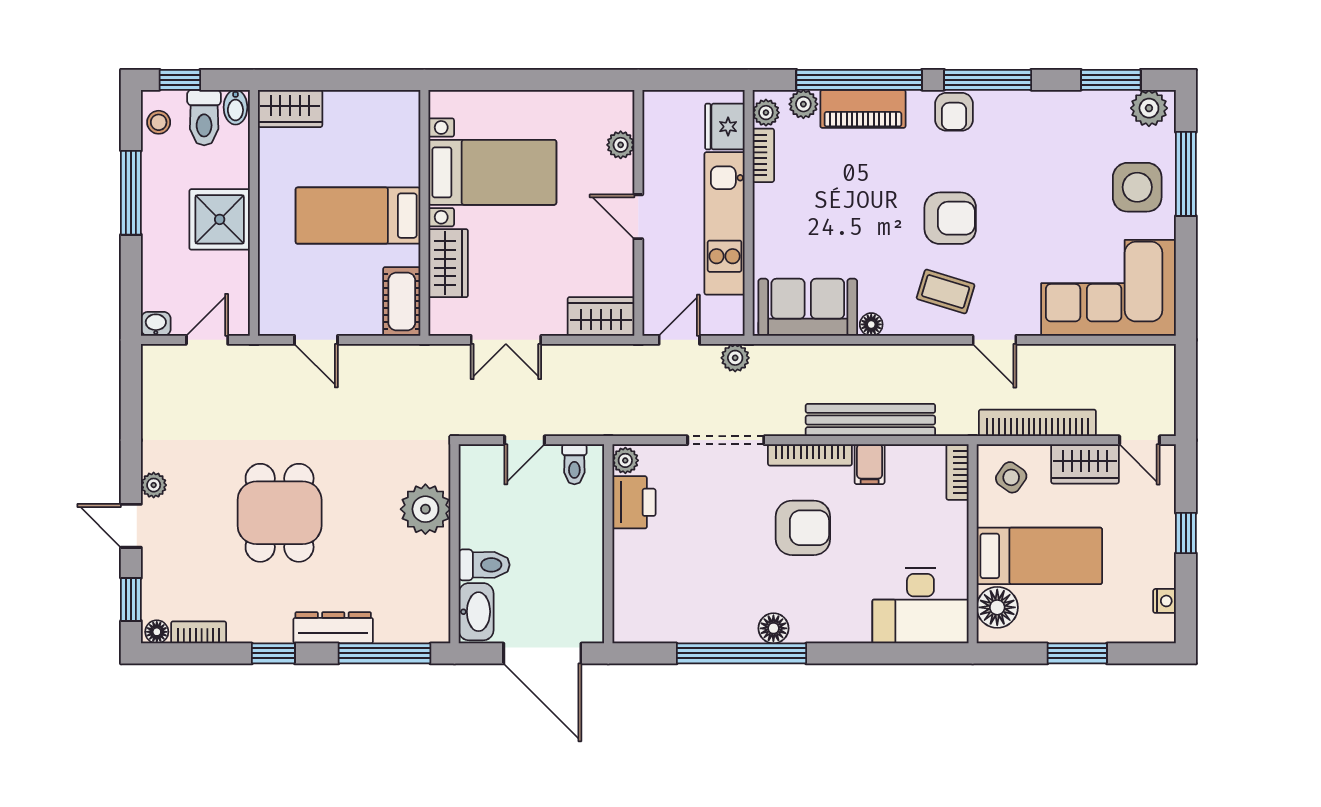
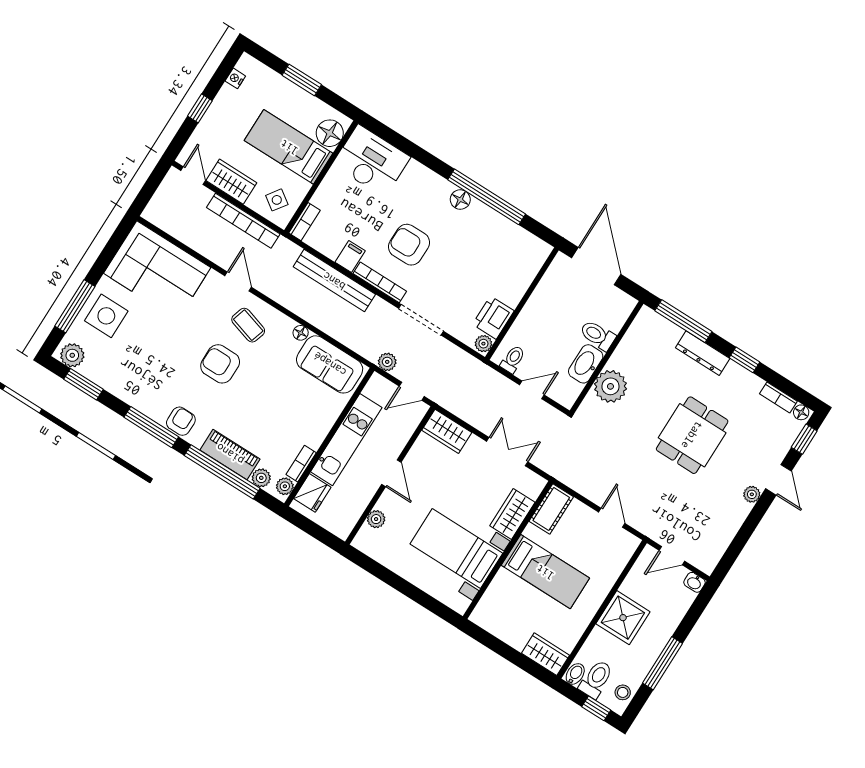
washbasin: (476, 612) -> (586, 364), moved

